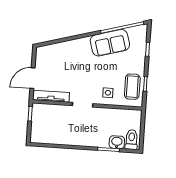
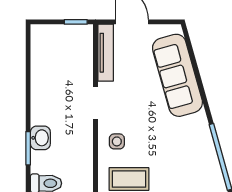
sofa: (110, 43) -> (177, 75), moved, width x1.36
washbasin: (117, 142) -> (40, 138), moved

